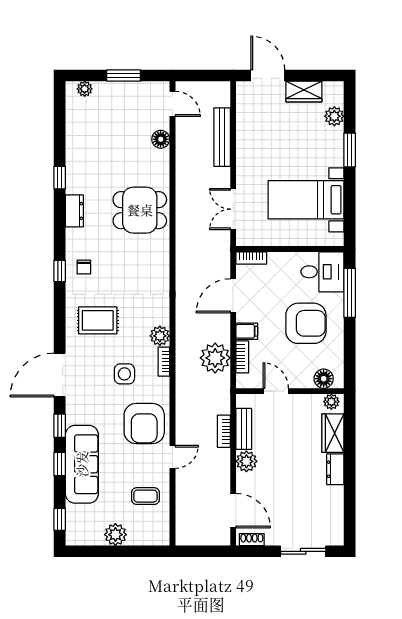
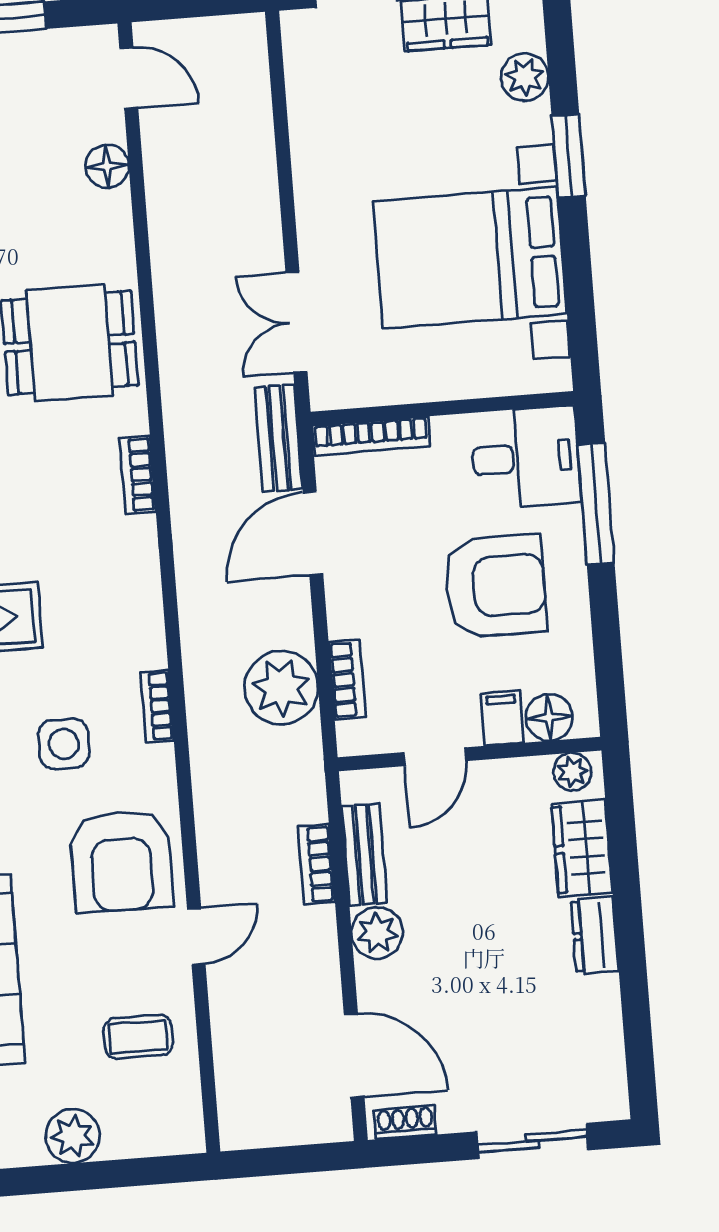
bench: (222, 137) -> (279, 438), moved, width x0.73
bed with nightstands: (306, 200) -> (470, 258), width x1.36
bookcase: (251, 258) -> (371, 436), width x1.56
bookcase: (163, 266) -> (138, 475), added
filing cabinet: (247, 331) -> (502, 718), moved, turned -90
plant: (160, 336) -> (142, 644), removed
door: (276, 391) -> (435, 757), swing flipped

